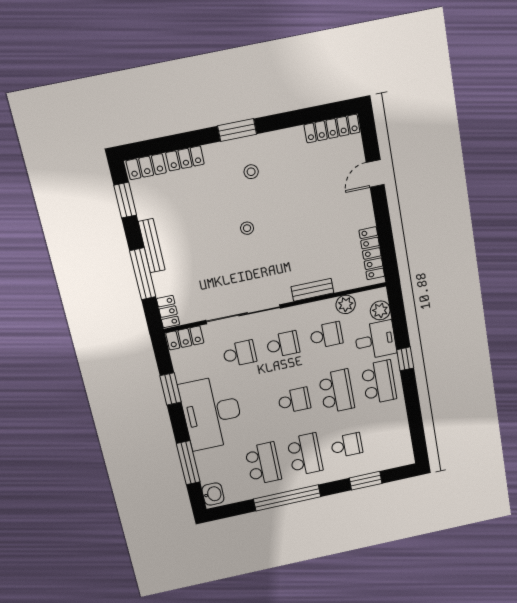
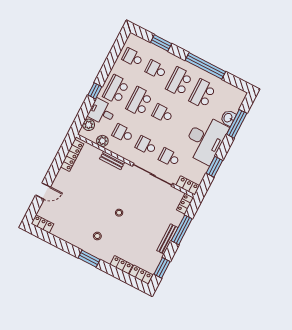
locker: (332, 128) -> (42, 224), width x0.66
school desk: (388, 436) -> (133, 57), added
washbasin: (213, 494) -> (228, 118), moved

